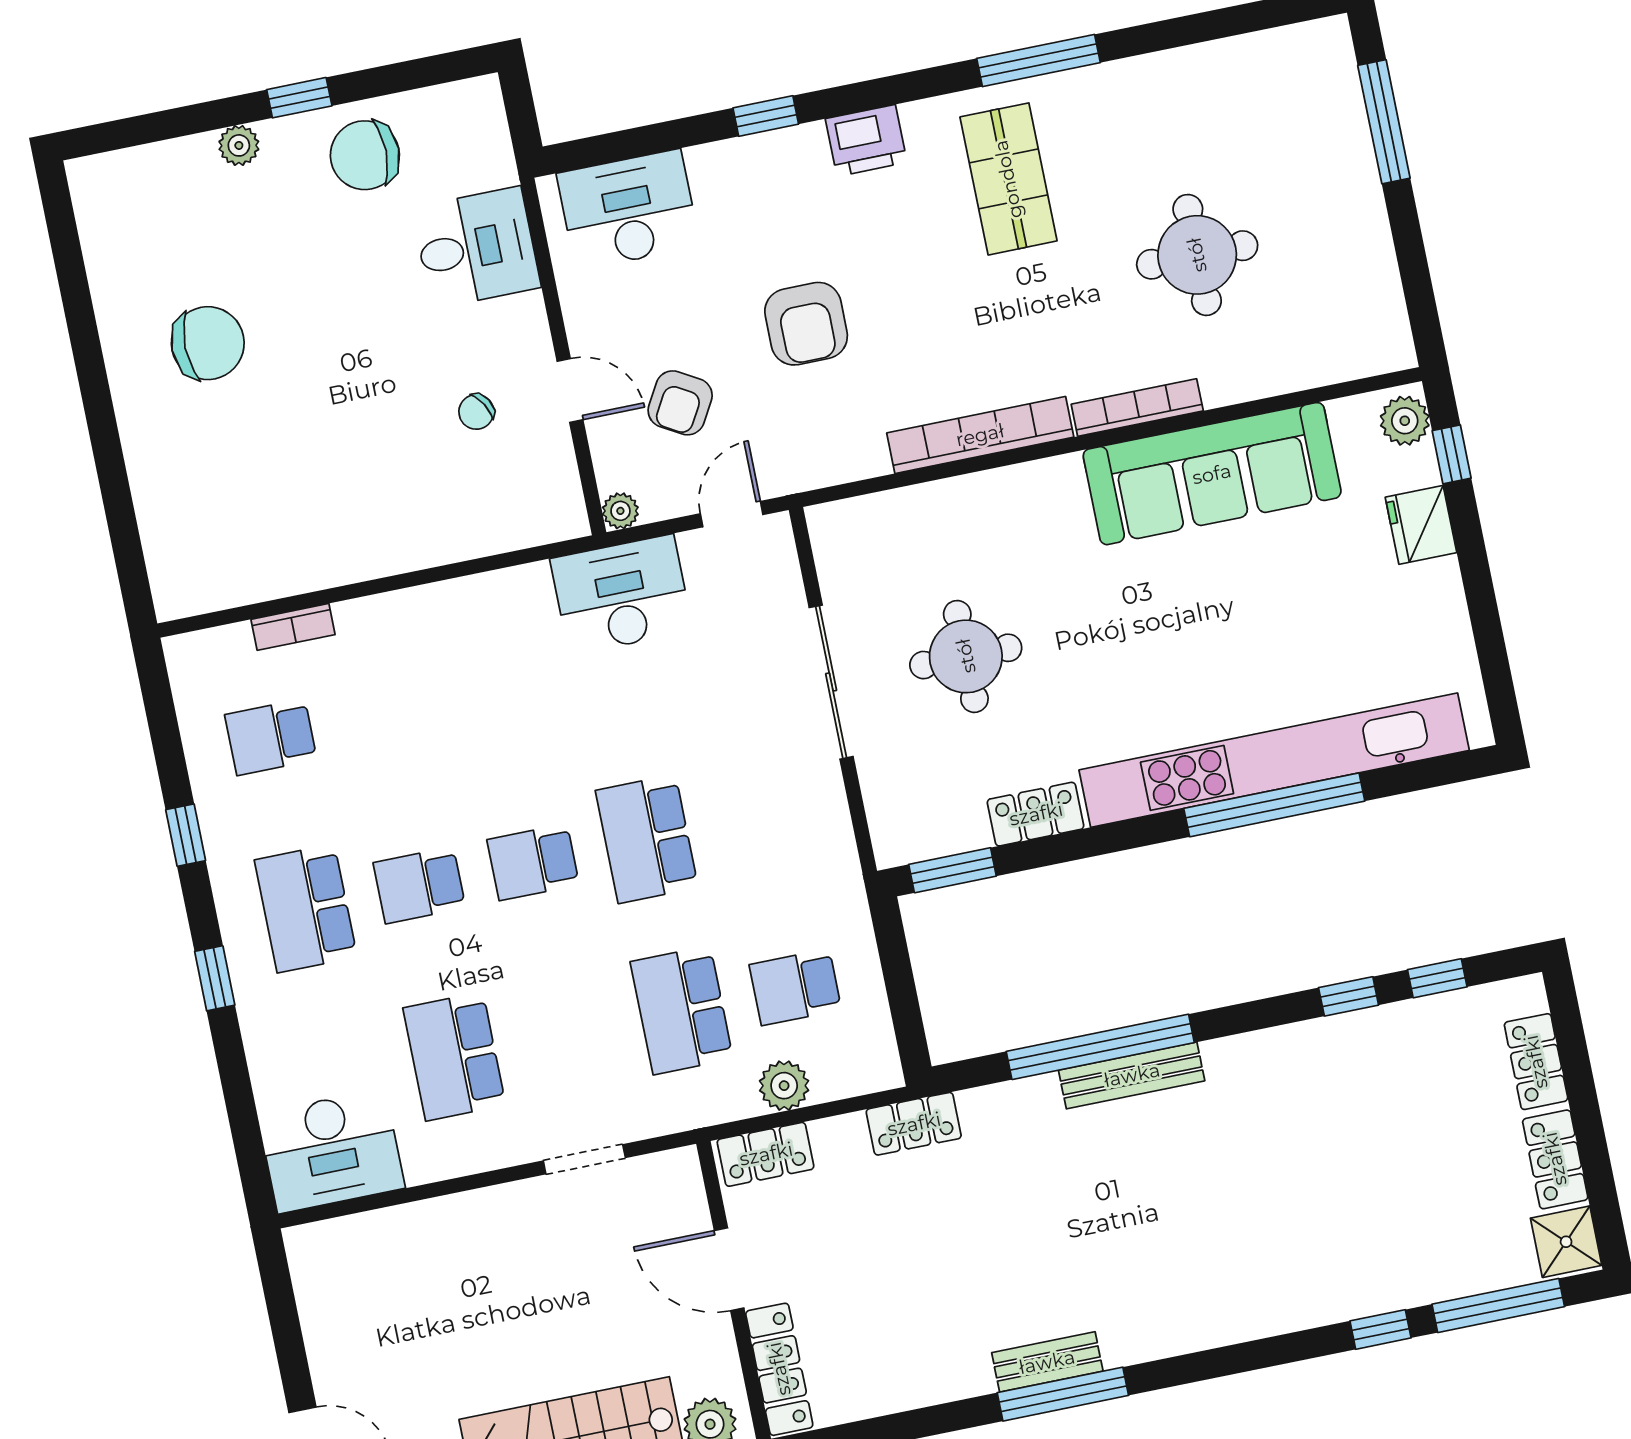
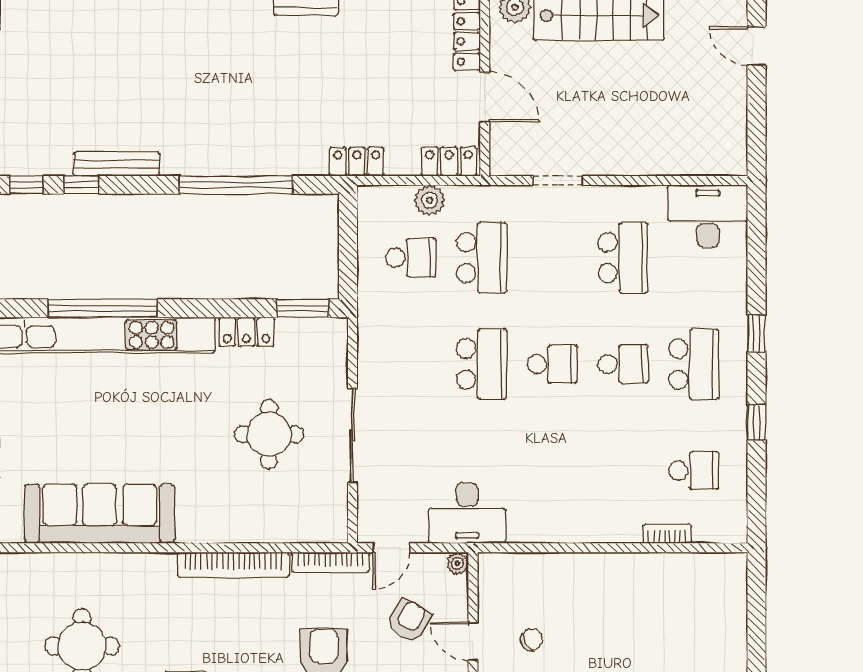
bookcase: (1137, 407) -> (330, 562), moved
bench: (1132, 1075) -> (117, 164), moved

